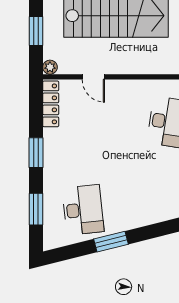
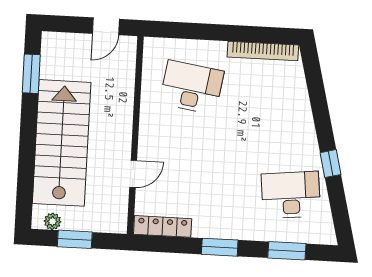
plant: (50, 67) -> (52, 221), moved
window: (111, 242) -> (330, 164), width x0.67

